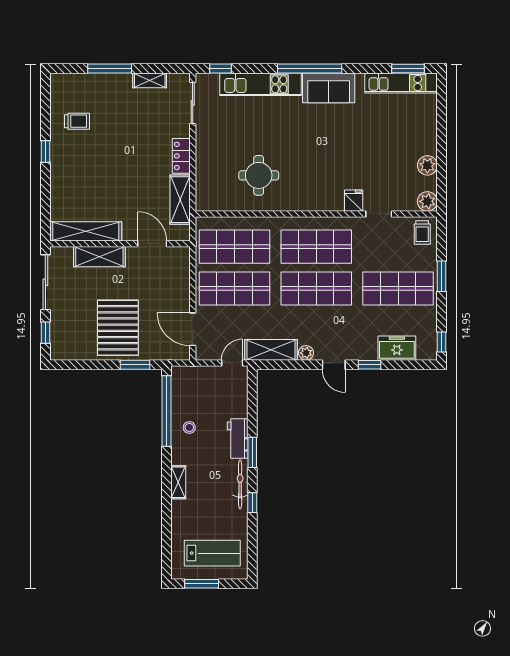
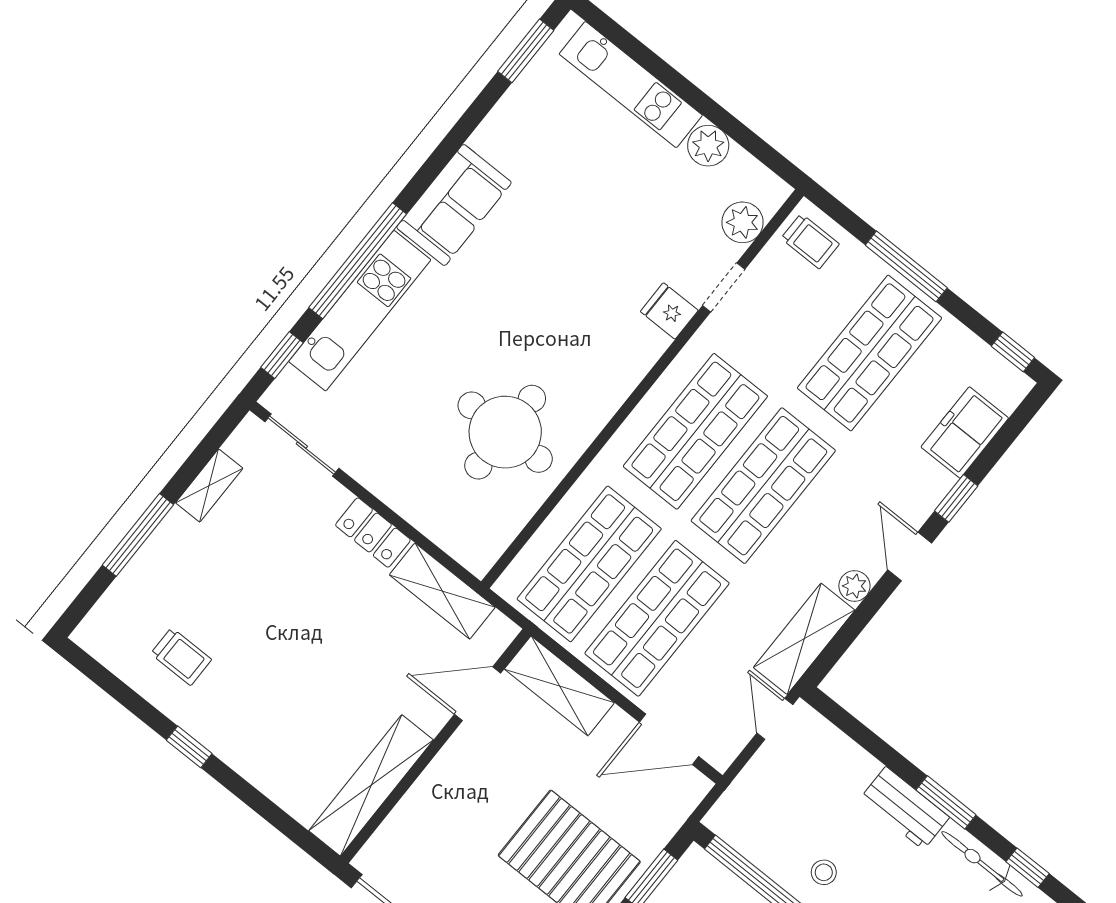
window: (310, 68) -> (358, 261), moved
kitchen unit: (401, 83) -> (631, 85), moved, turned 90
trolley: (77, 121) -> (181, 657), turned 90
round table: (259, 175) -> (505, 432), width x1.36, depth x1.36
plant: (427, 201) -> (743, 222), moved
shelving: (99, 257) -> (559, 686), moved, turned 90
window: (442, 276) -> (906, 266), width x1.44
door: (334, 365) -> (910, 557), swing flipped

